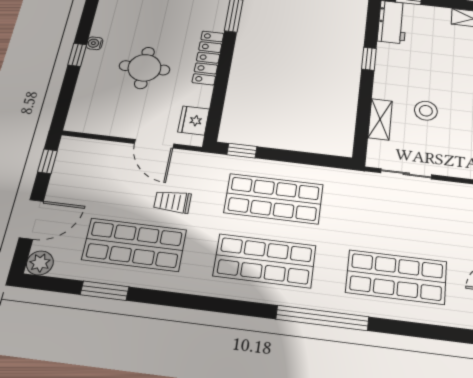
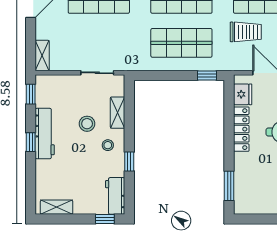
locker: (208, 58) -> (241, 129), moved
stool: (398, 81) -> (108, 145), added
trolley: (173, 202) -> (246, 32), width x1.36, depth x1.39

